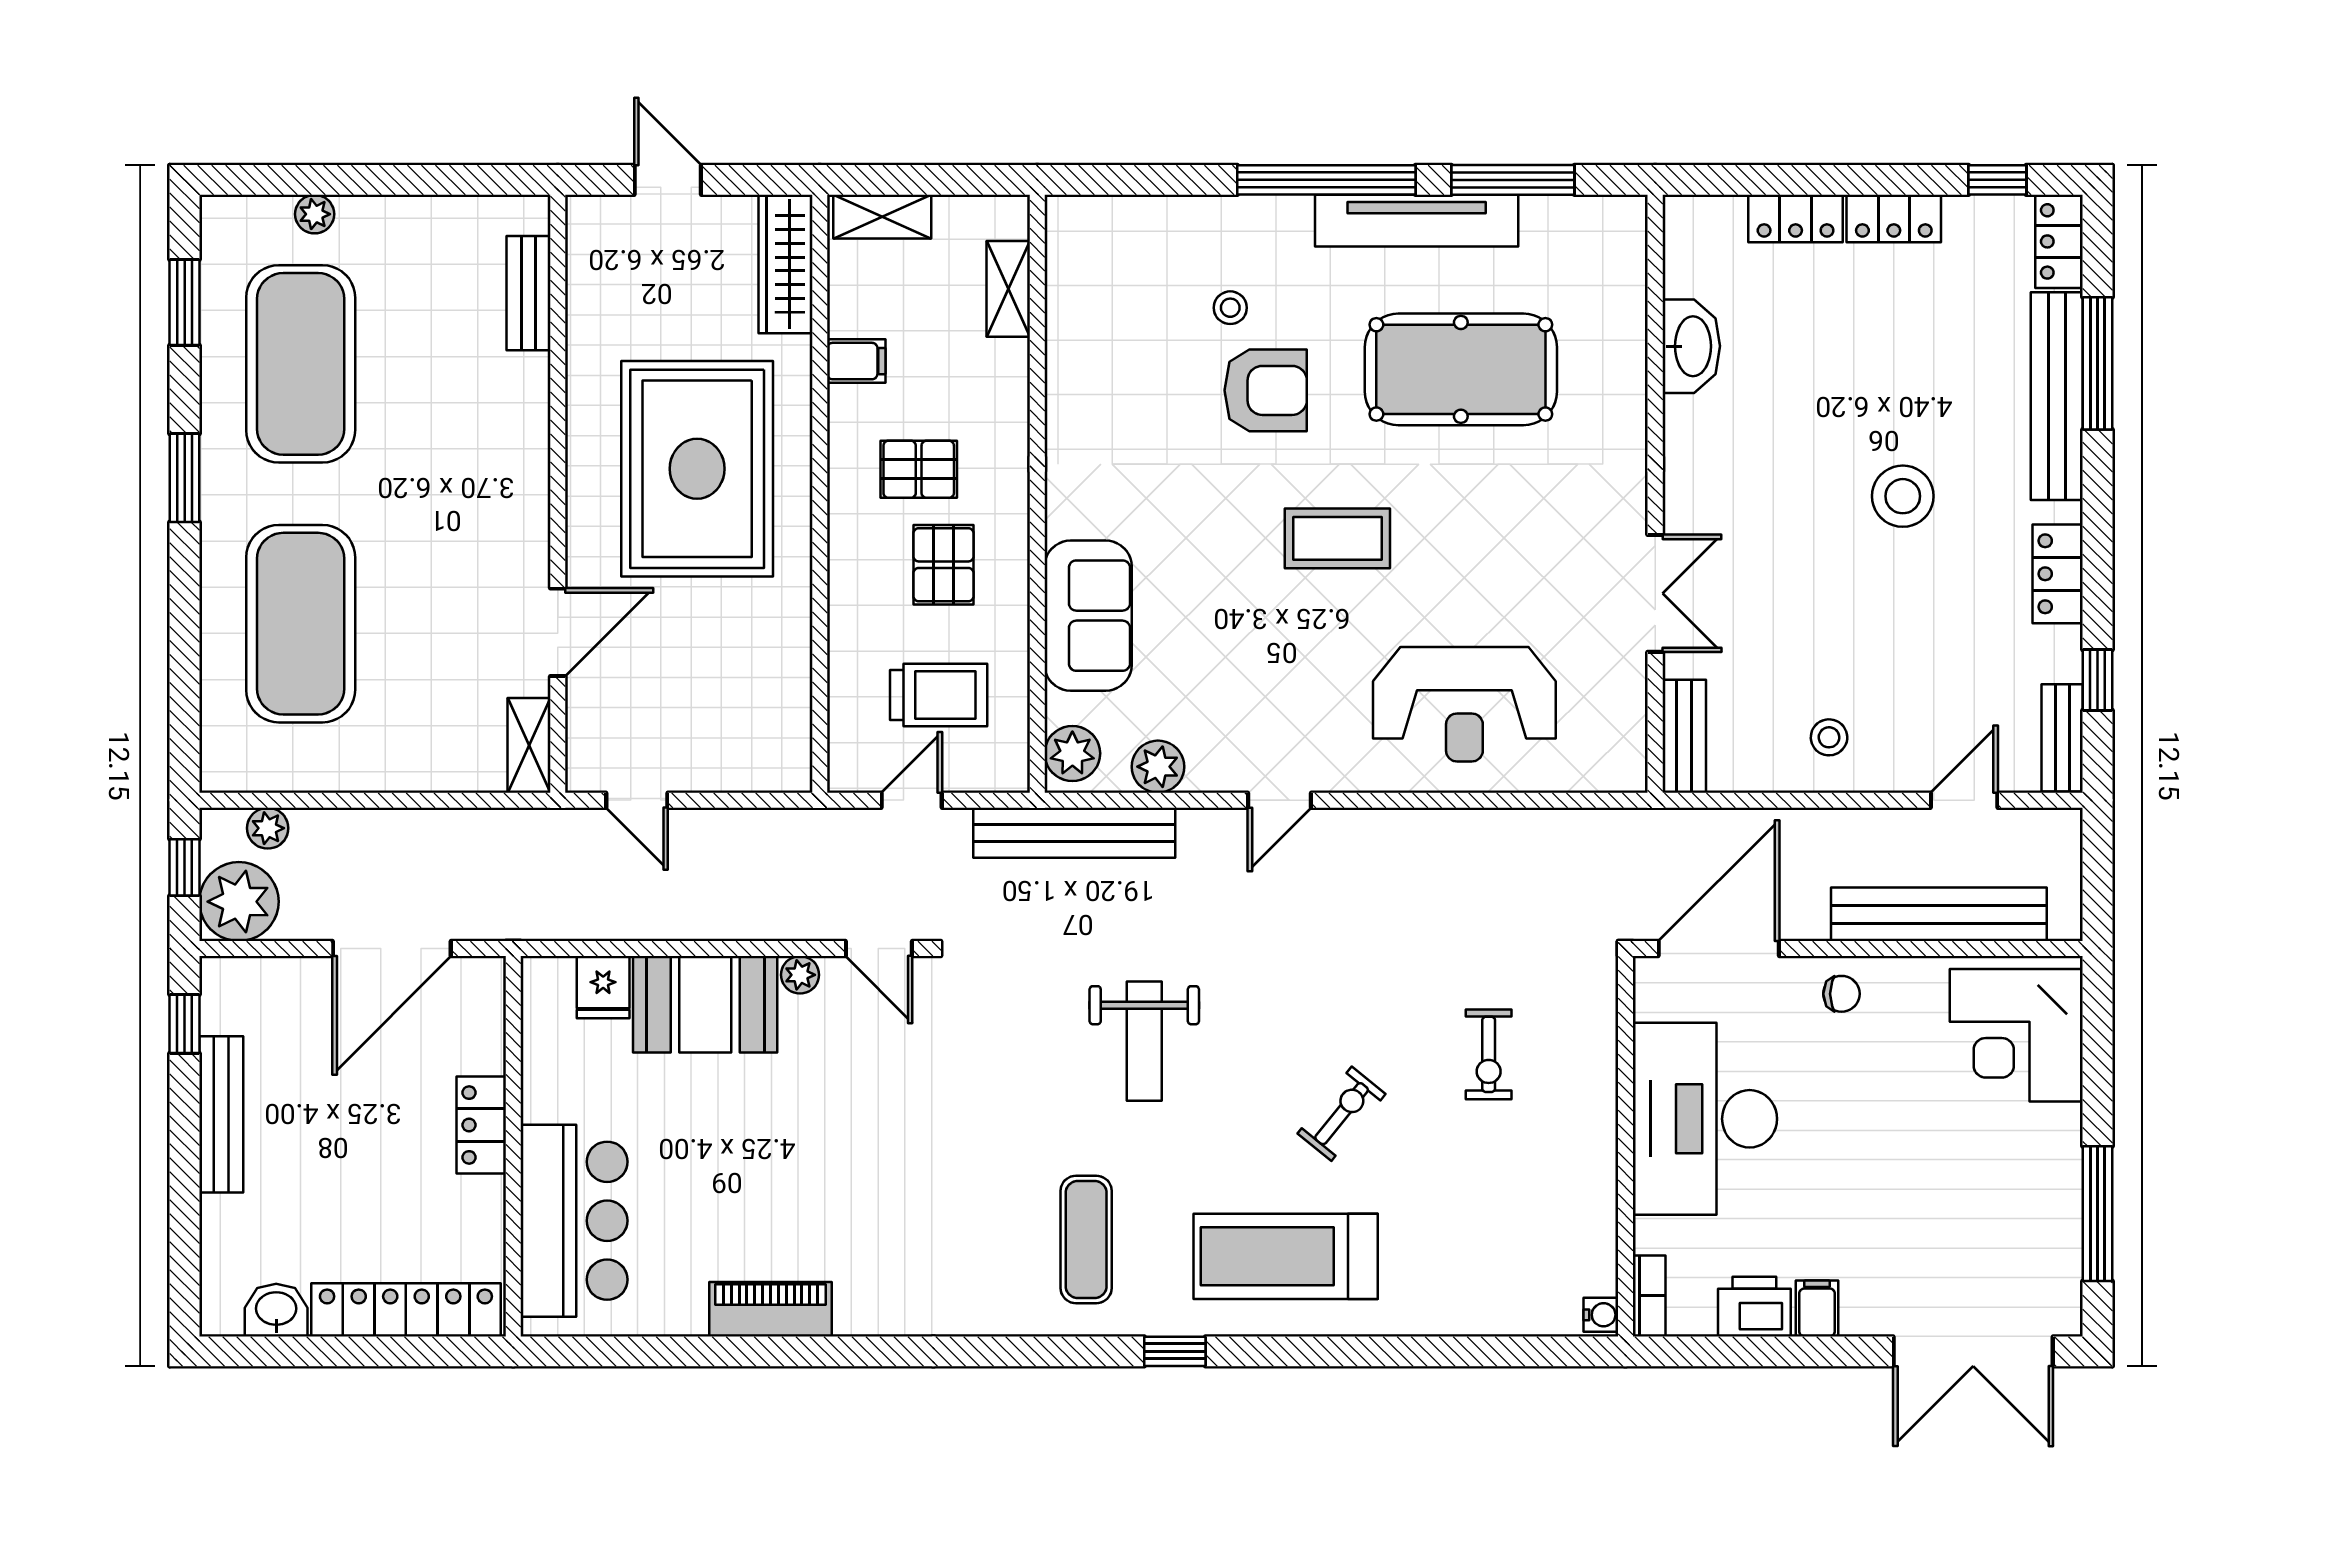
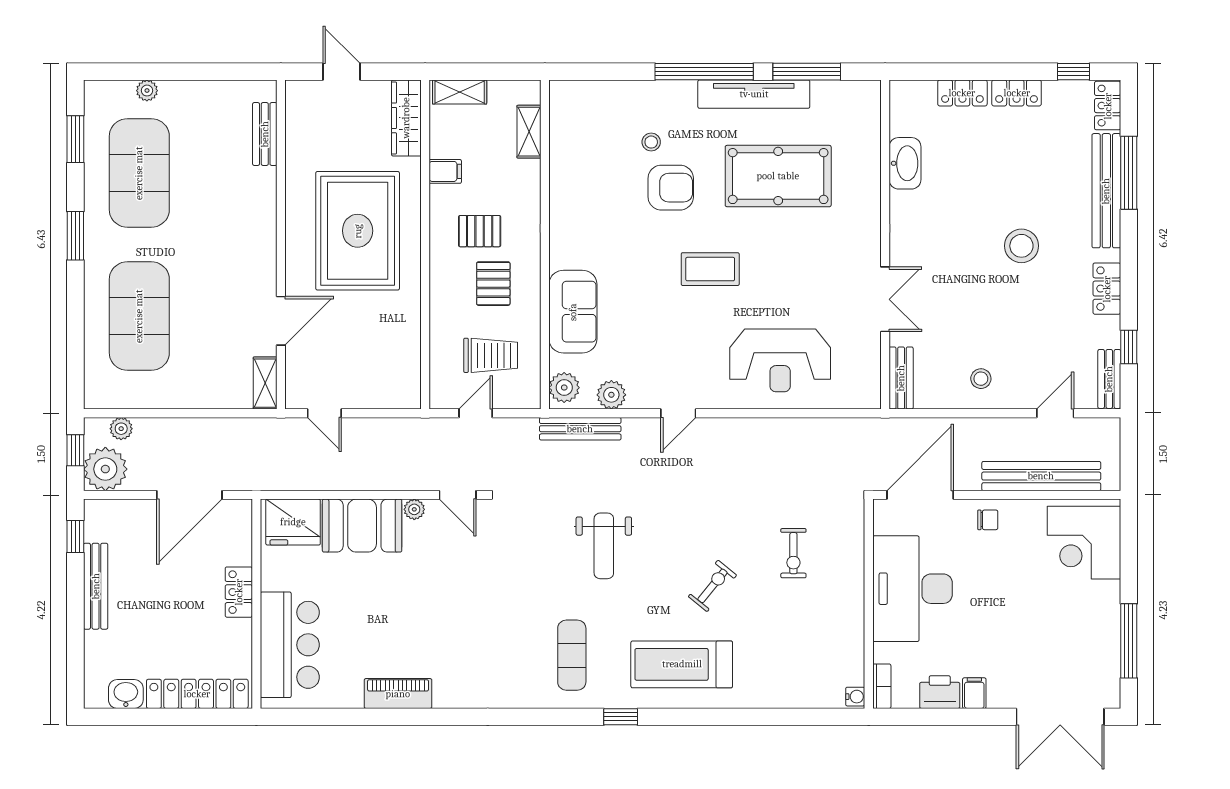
bench: (1074, 833) -> (580, 429), width x0.73, depth x0.82
fridge: (603, 987) -> (293, 522), width x1.88, depth x1.34

